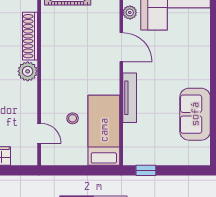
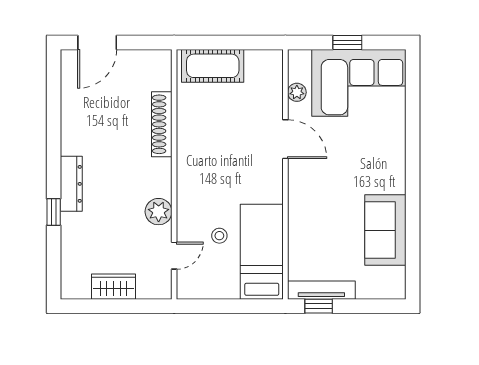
plant: (28, 71) -> (159, 212), moved
tv unit: (130, 98) -> (321, 290), moved, turned -90
door: (39, 133) -> (174, 256), hinge flipped

